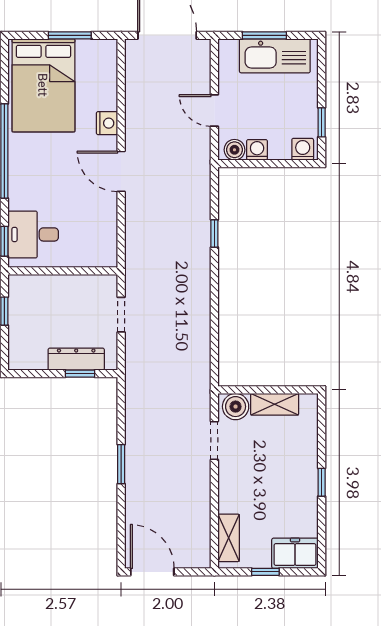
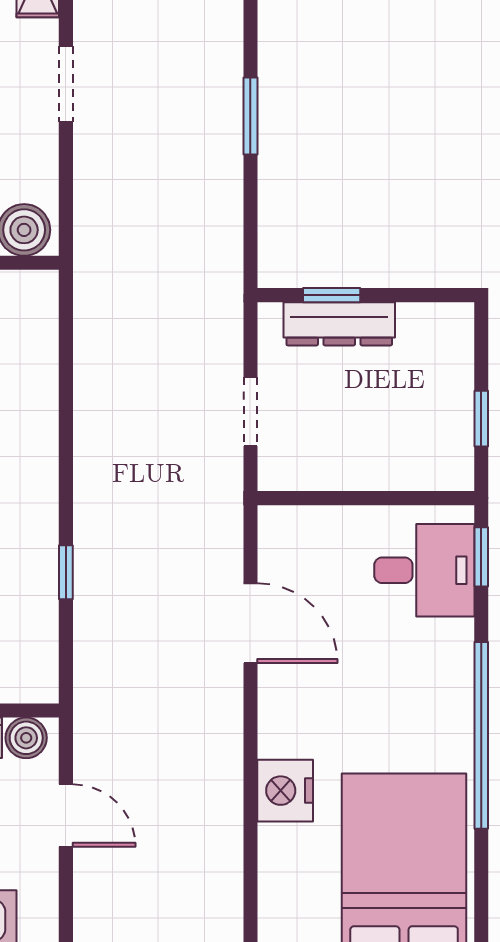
nightstand: (107, 123) -> (285, 791), width x1.36, depth x1.33
door: (121, 171) -> (250, 623), moved
doorway: (214, 441) -> (66, 84), moved

